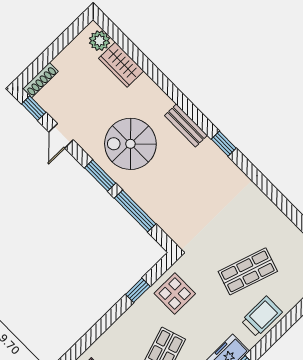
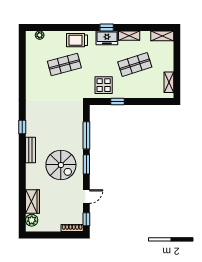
shop shelf: (248, 271) -> (64, 64), turned -33

